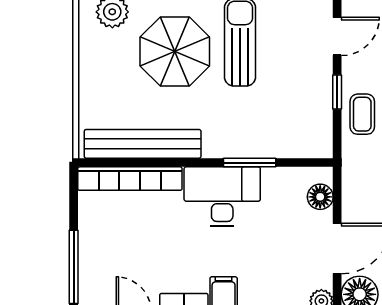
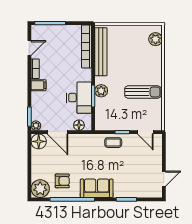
parasol: (175, 52) -> (139, 65), removed
plant: (237, 143) -> (101, 91), added
desk: (222, 197) -> (79, 98), moved

